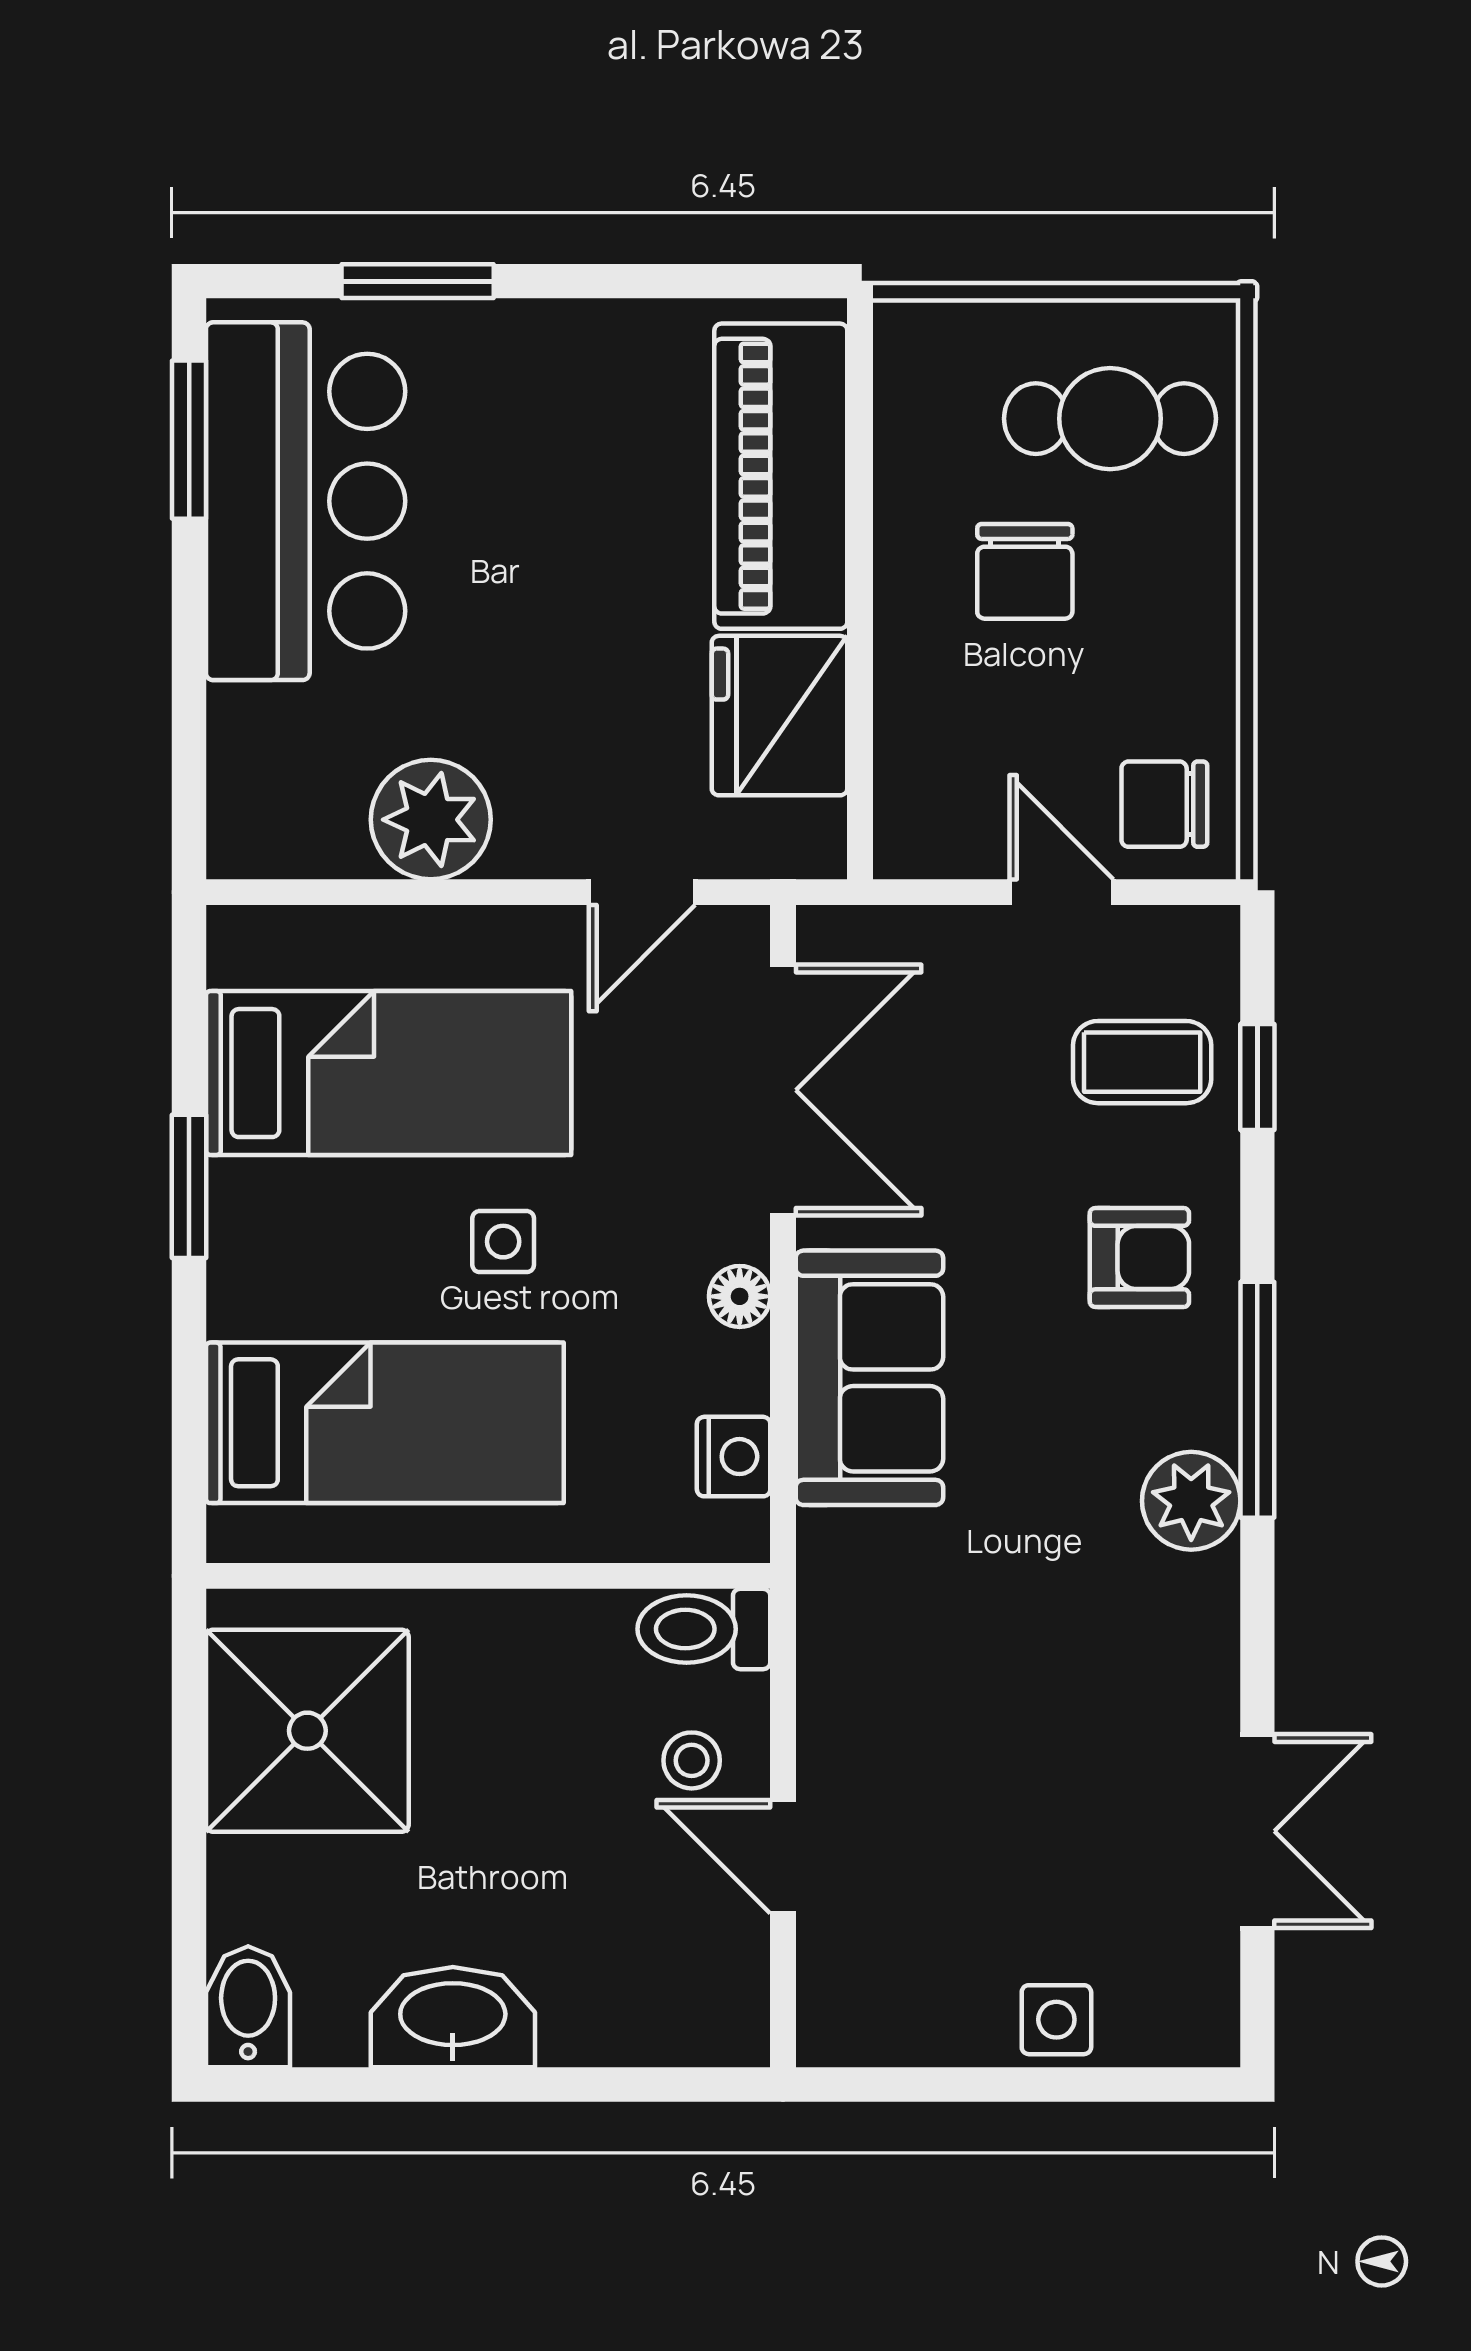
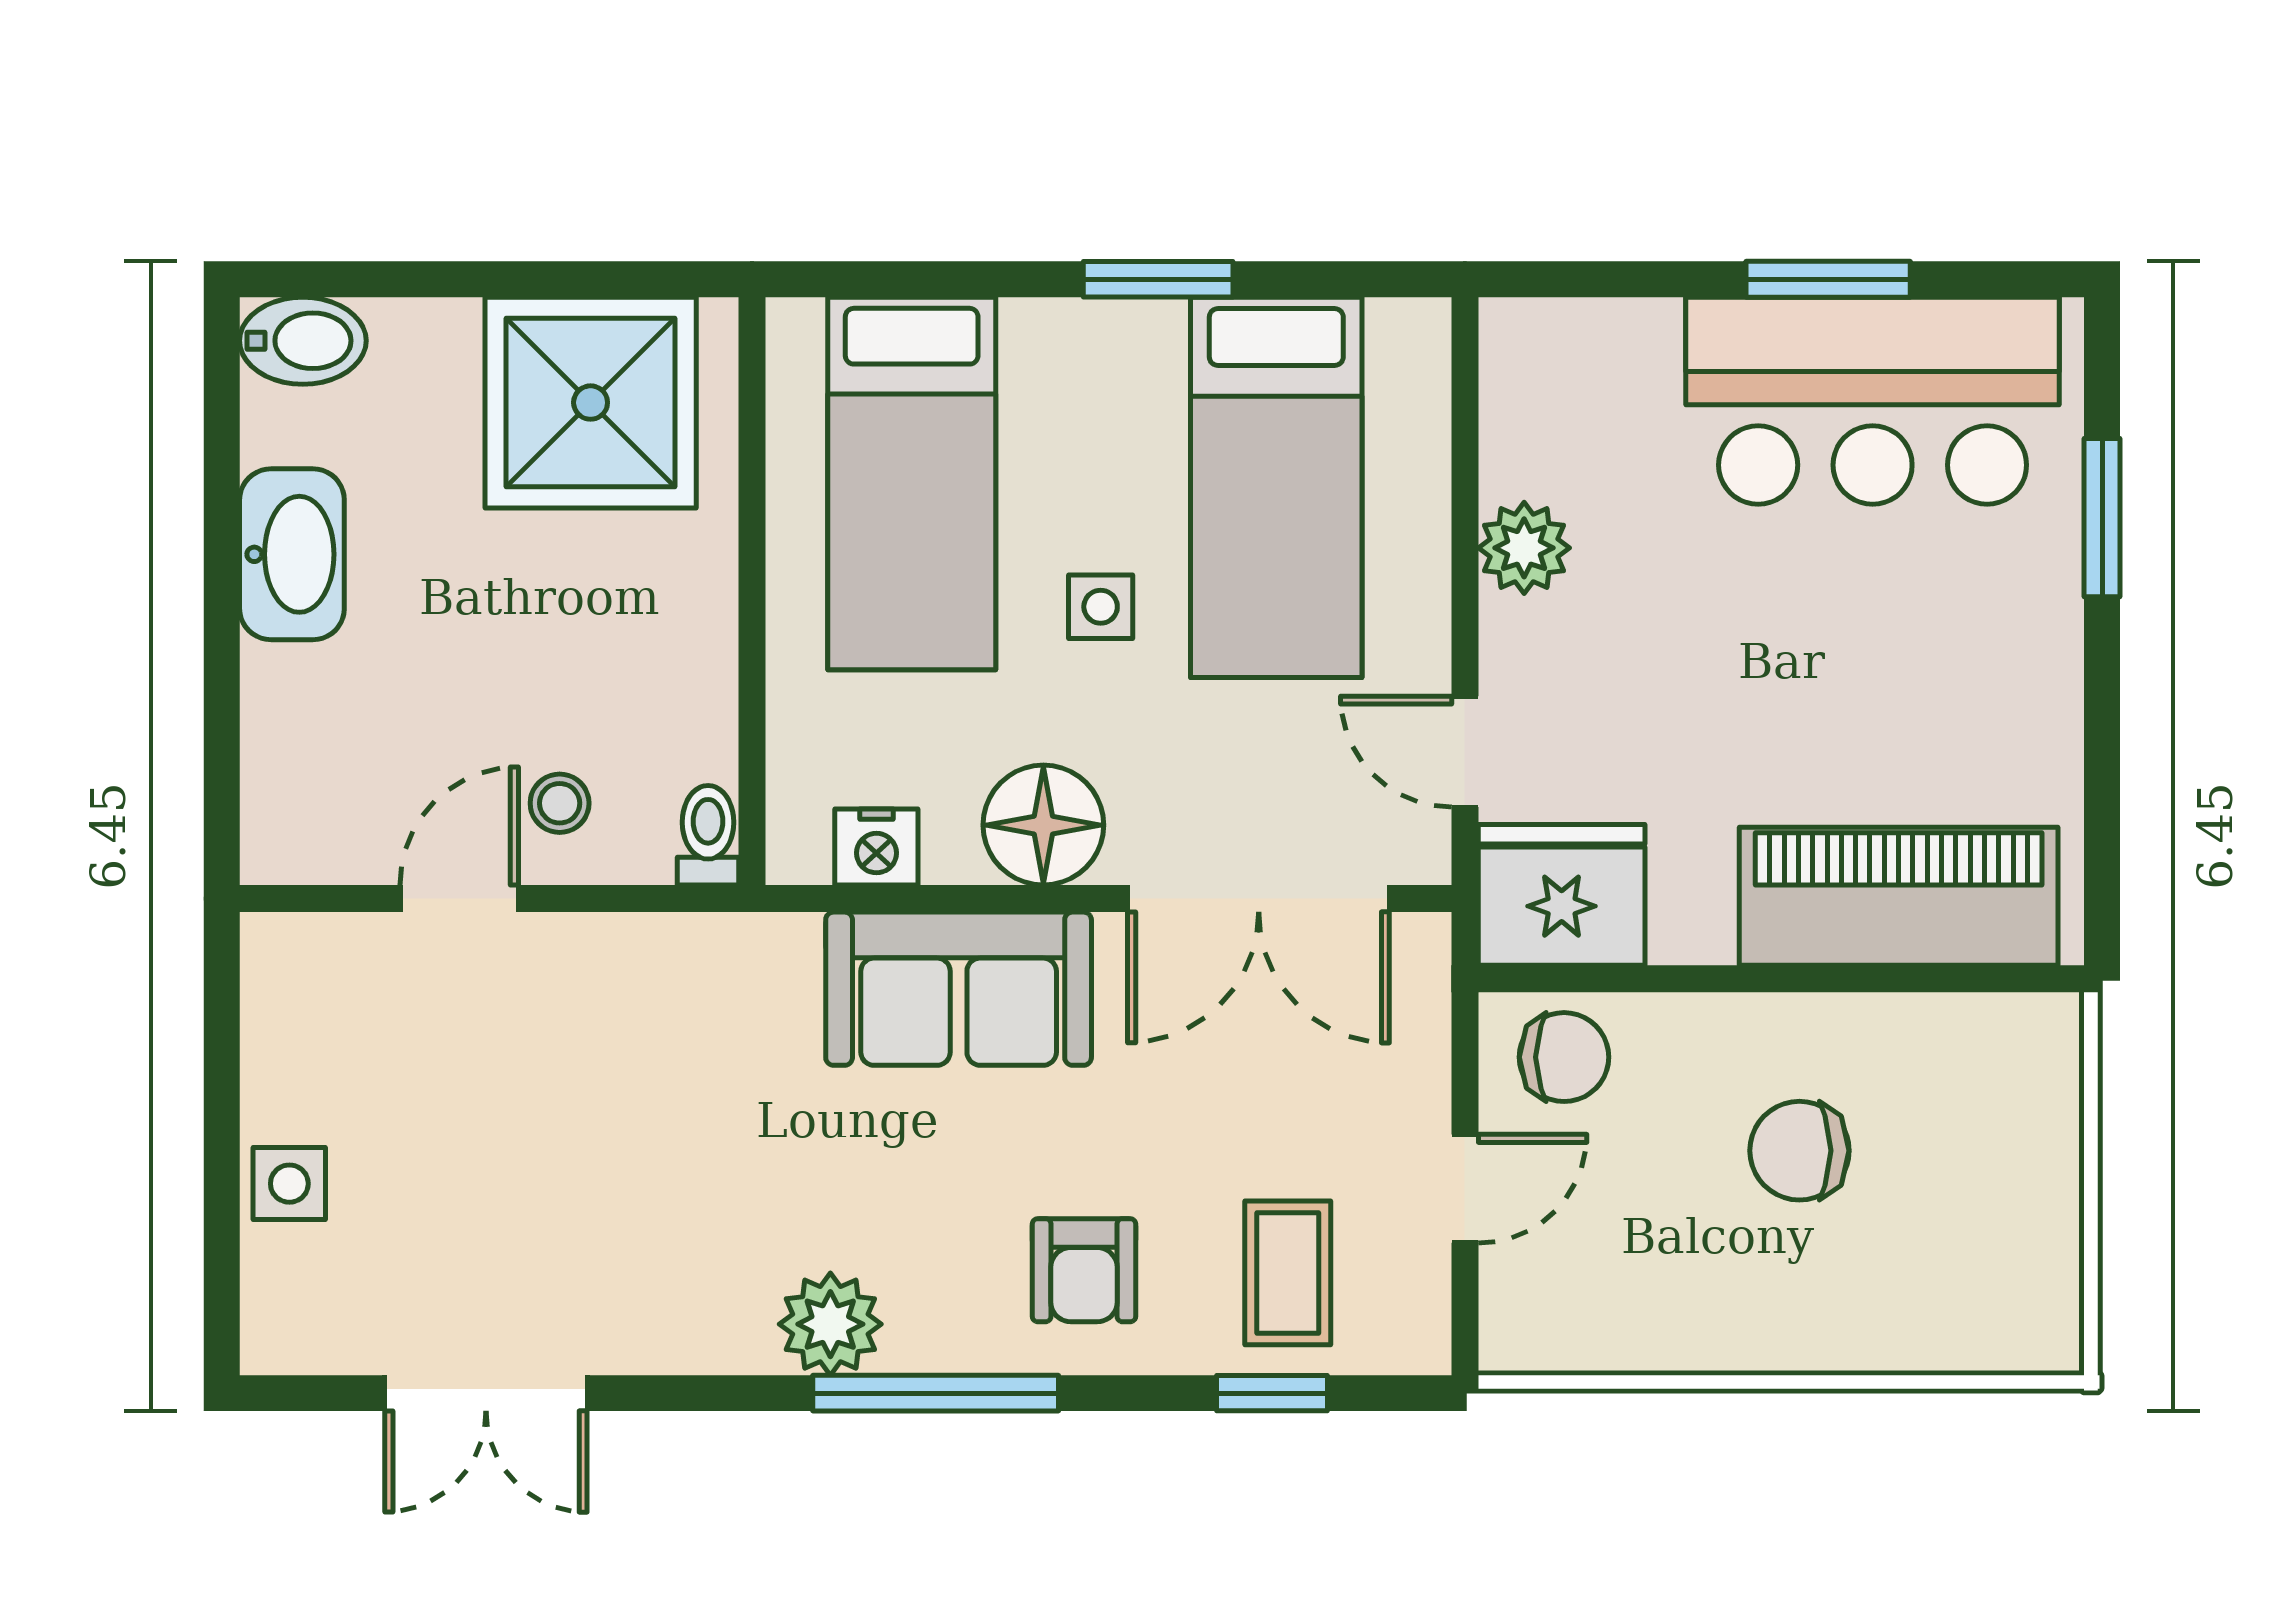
cafe table: (1110, 419) -> (1959, 1239), removed
window: (189, 440) -> (1828, 279), moved
fridge: (779, 716) -> (1562, 895), moved
chair: (1164, 804) -> (1564, 1057), moved, turned 90
plant: (431, 820) -> (1524, 548), width x0.73, depth x0.73
floor lamp: (740, 1296) -> (1043, 825), width x1.89, depth x1.89
toilet: (704, 1629) -> (708, 835), width x0.73, depth x0.72

